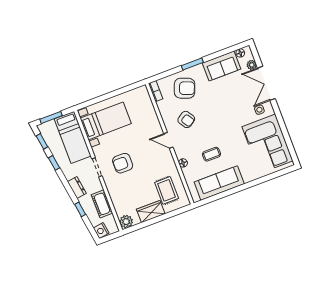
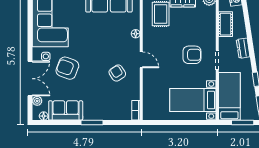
armchair: (185, 88) -> (67, 68), moved
coffee table: (211, 154) -> (106, 32), removed
window: (80, 209) -> (248, 27), removed

